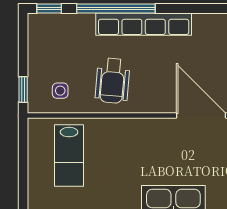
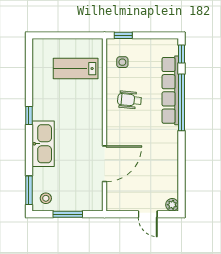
row of seats: (144, 24) -> (170, 90), moved
wheelchair: (113, 81) -> (129, 100), width x0.73, depth x0.73

